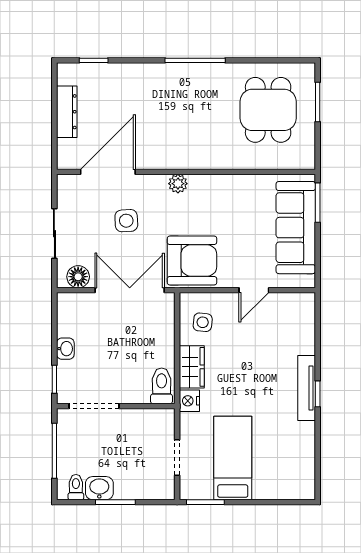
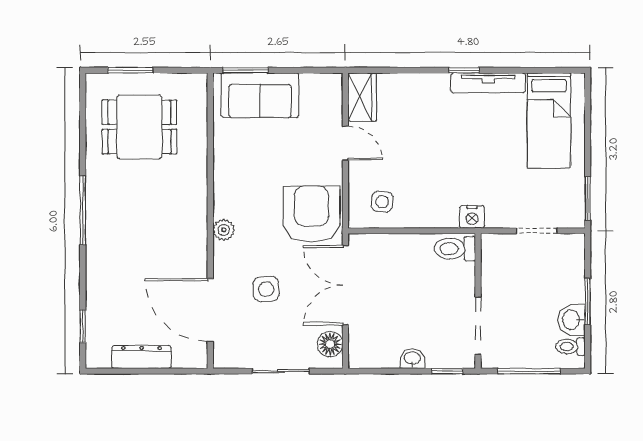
sofa: (296, 228) -> (260, 95), width x0.73
wardrobe: (192, 367) -> (362, 97), moved, turned 90
tv unit: (307, 388) -> (488, 83), moved
bed: (233, 458) -> (549, 121), moved, turned -90

